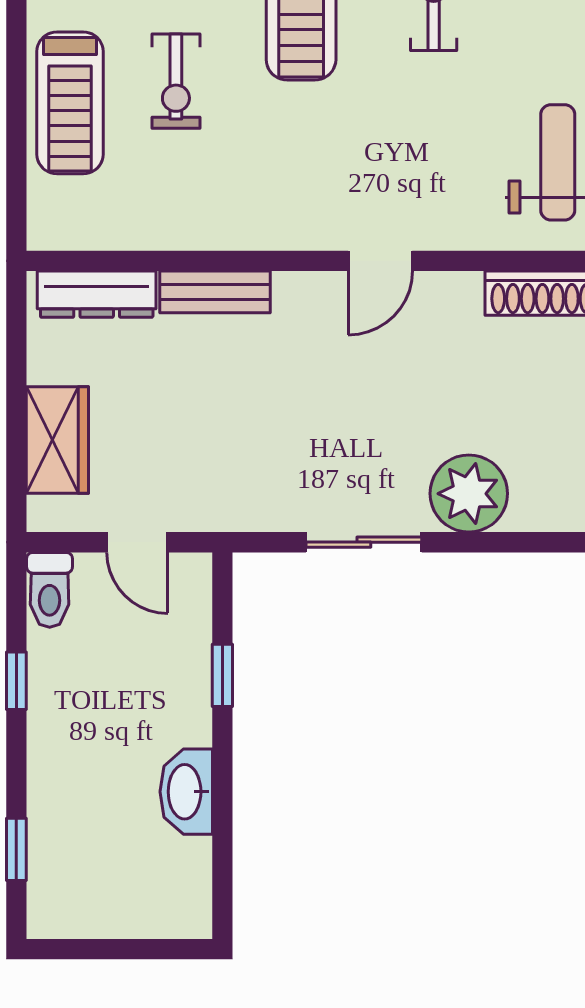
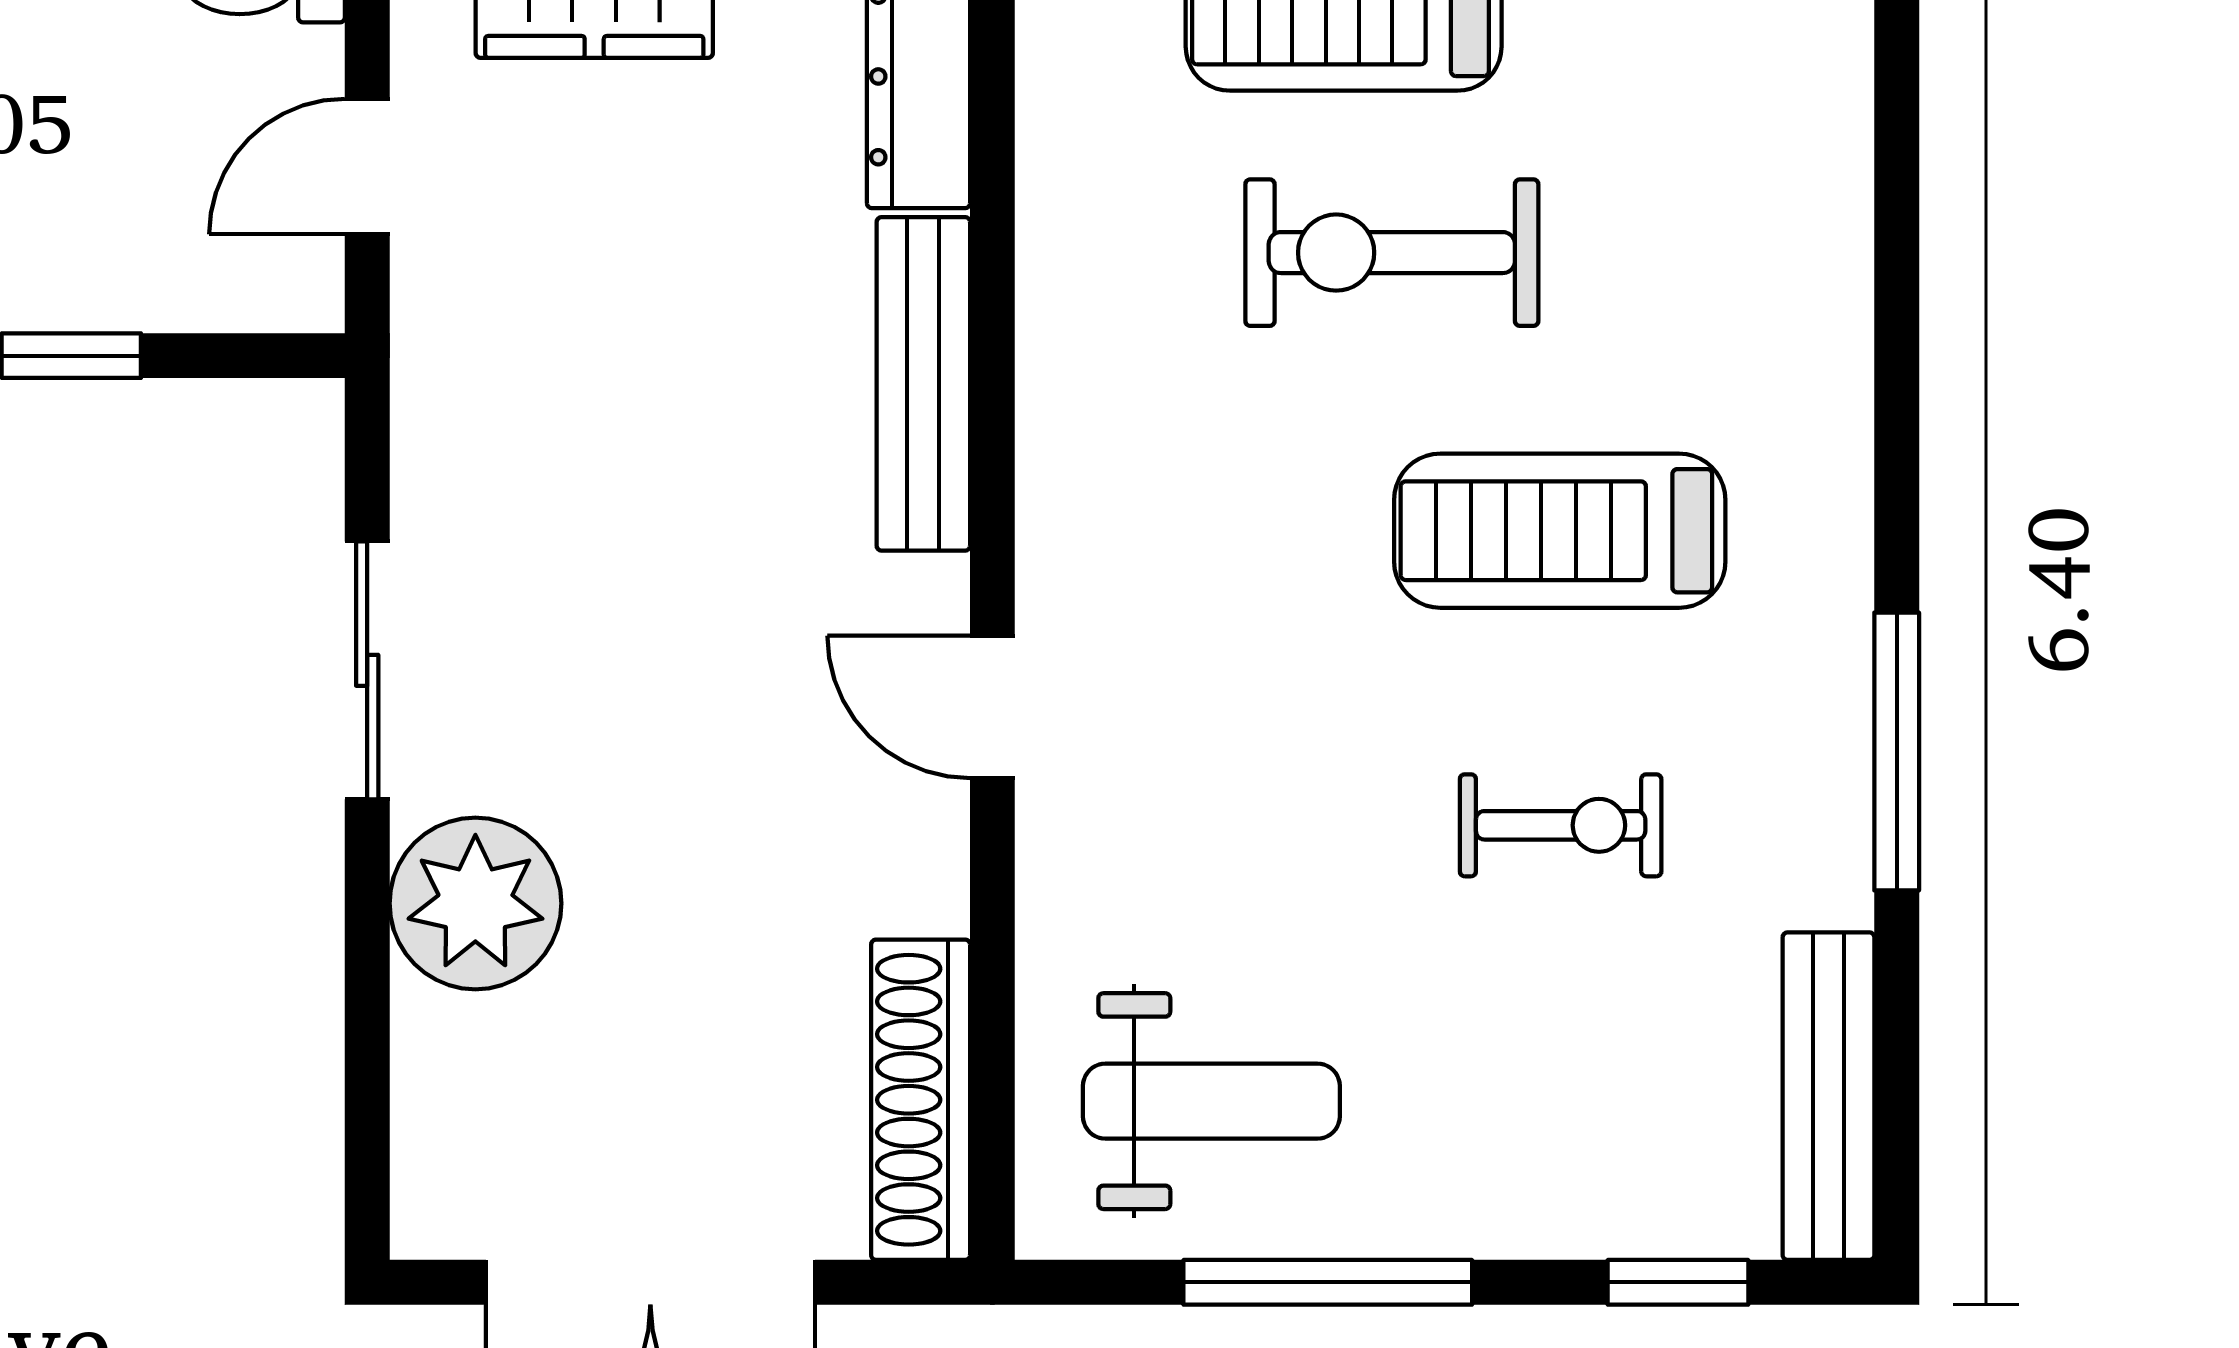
exercise bike: (176, 81) -> (1392, 253), width x1.38, depth x1.39
bench: (215, 292) -> (923, 384), width x1.36

